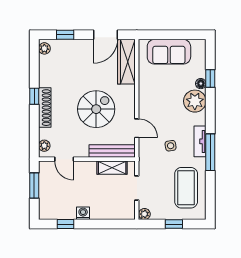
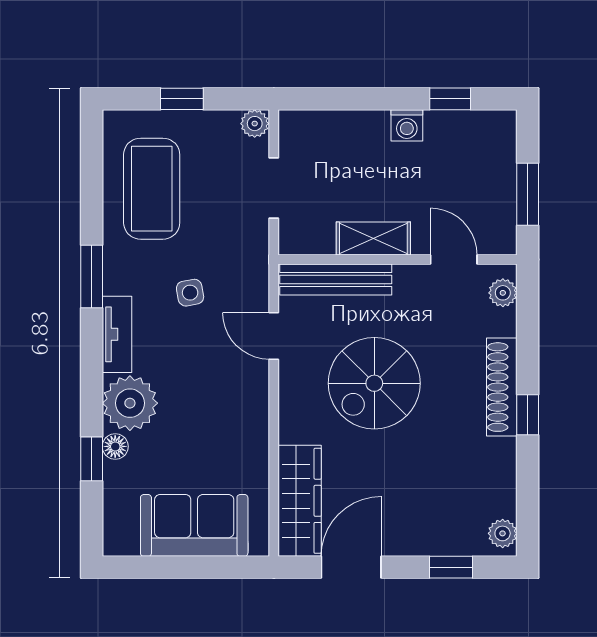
tv unit: (200, 141) -> (117, 334), moved
window: (210, 152) -> (92, 277), width x0.69
shelving: (112, 168) -> (373, 239), moved

